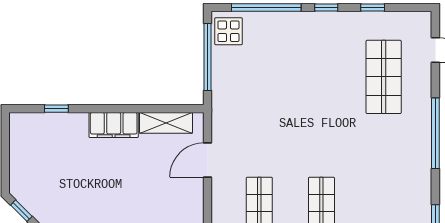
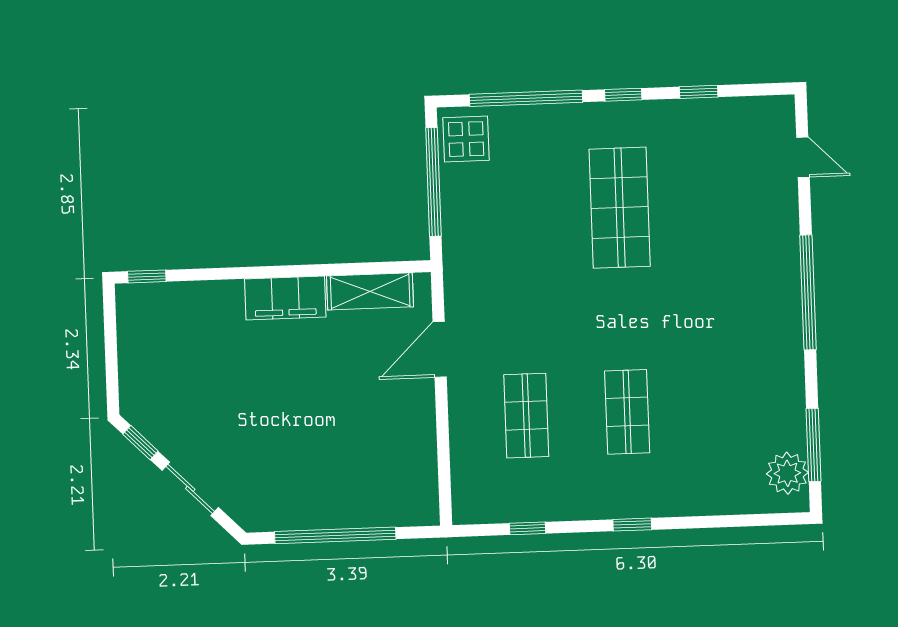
shop shelf: (384, 77) -> (620, 208), moved
window: (56, 109) -> (147, 276), moved

